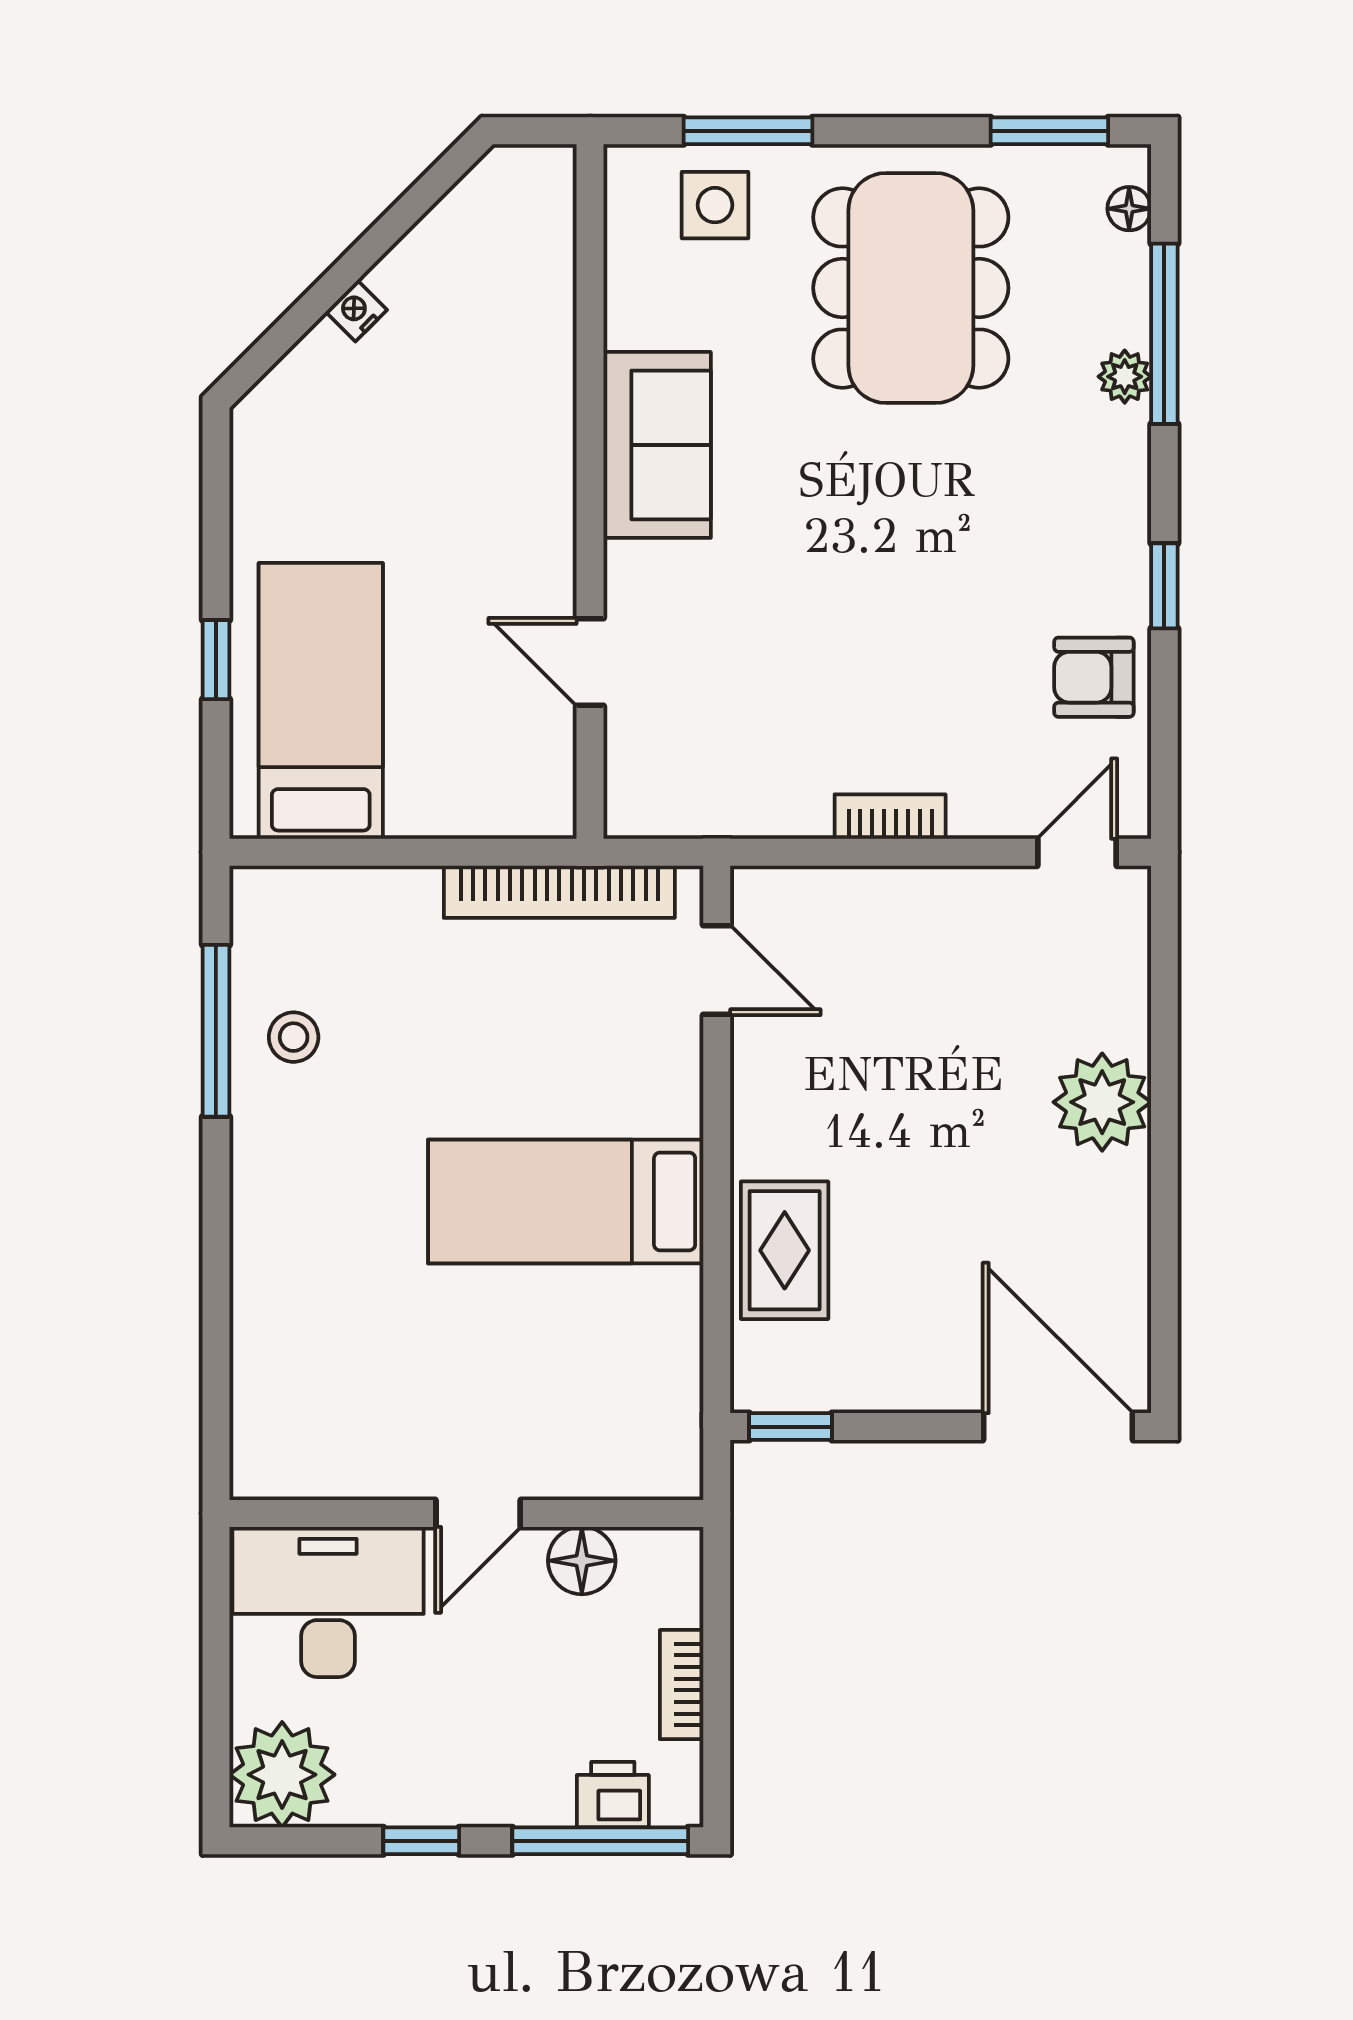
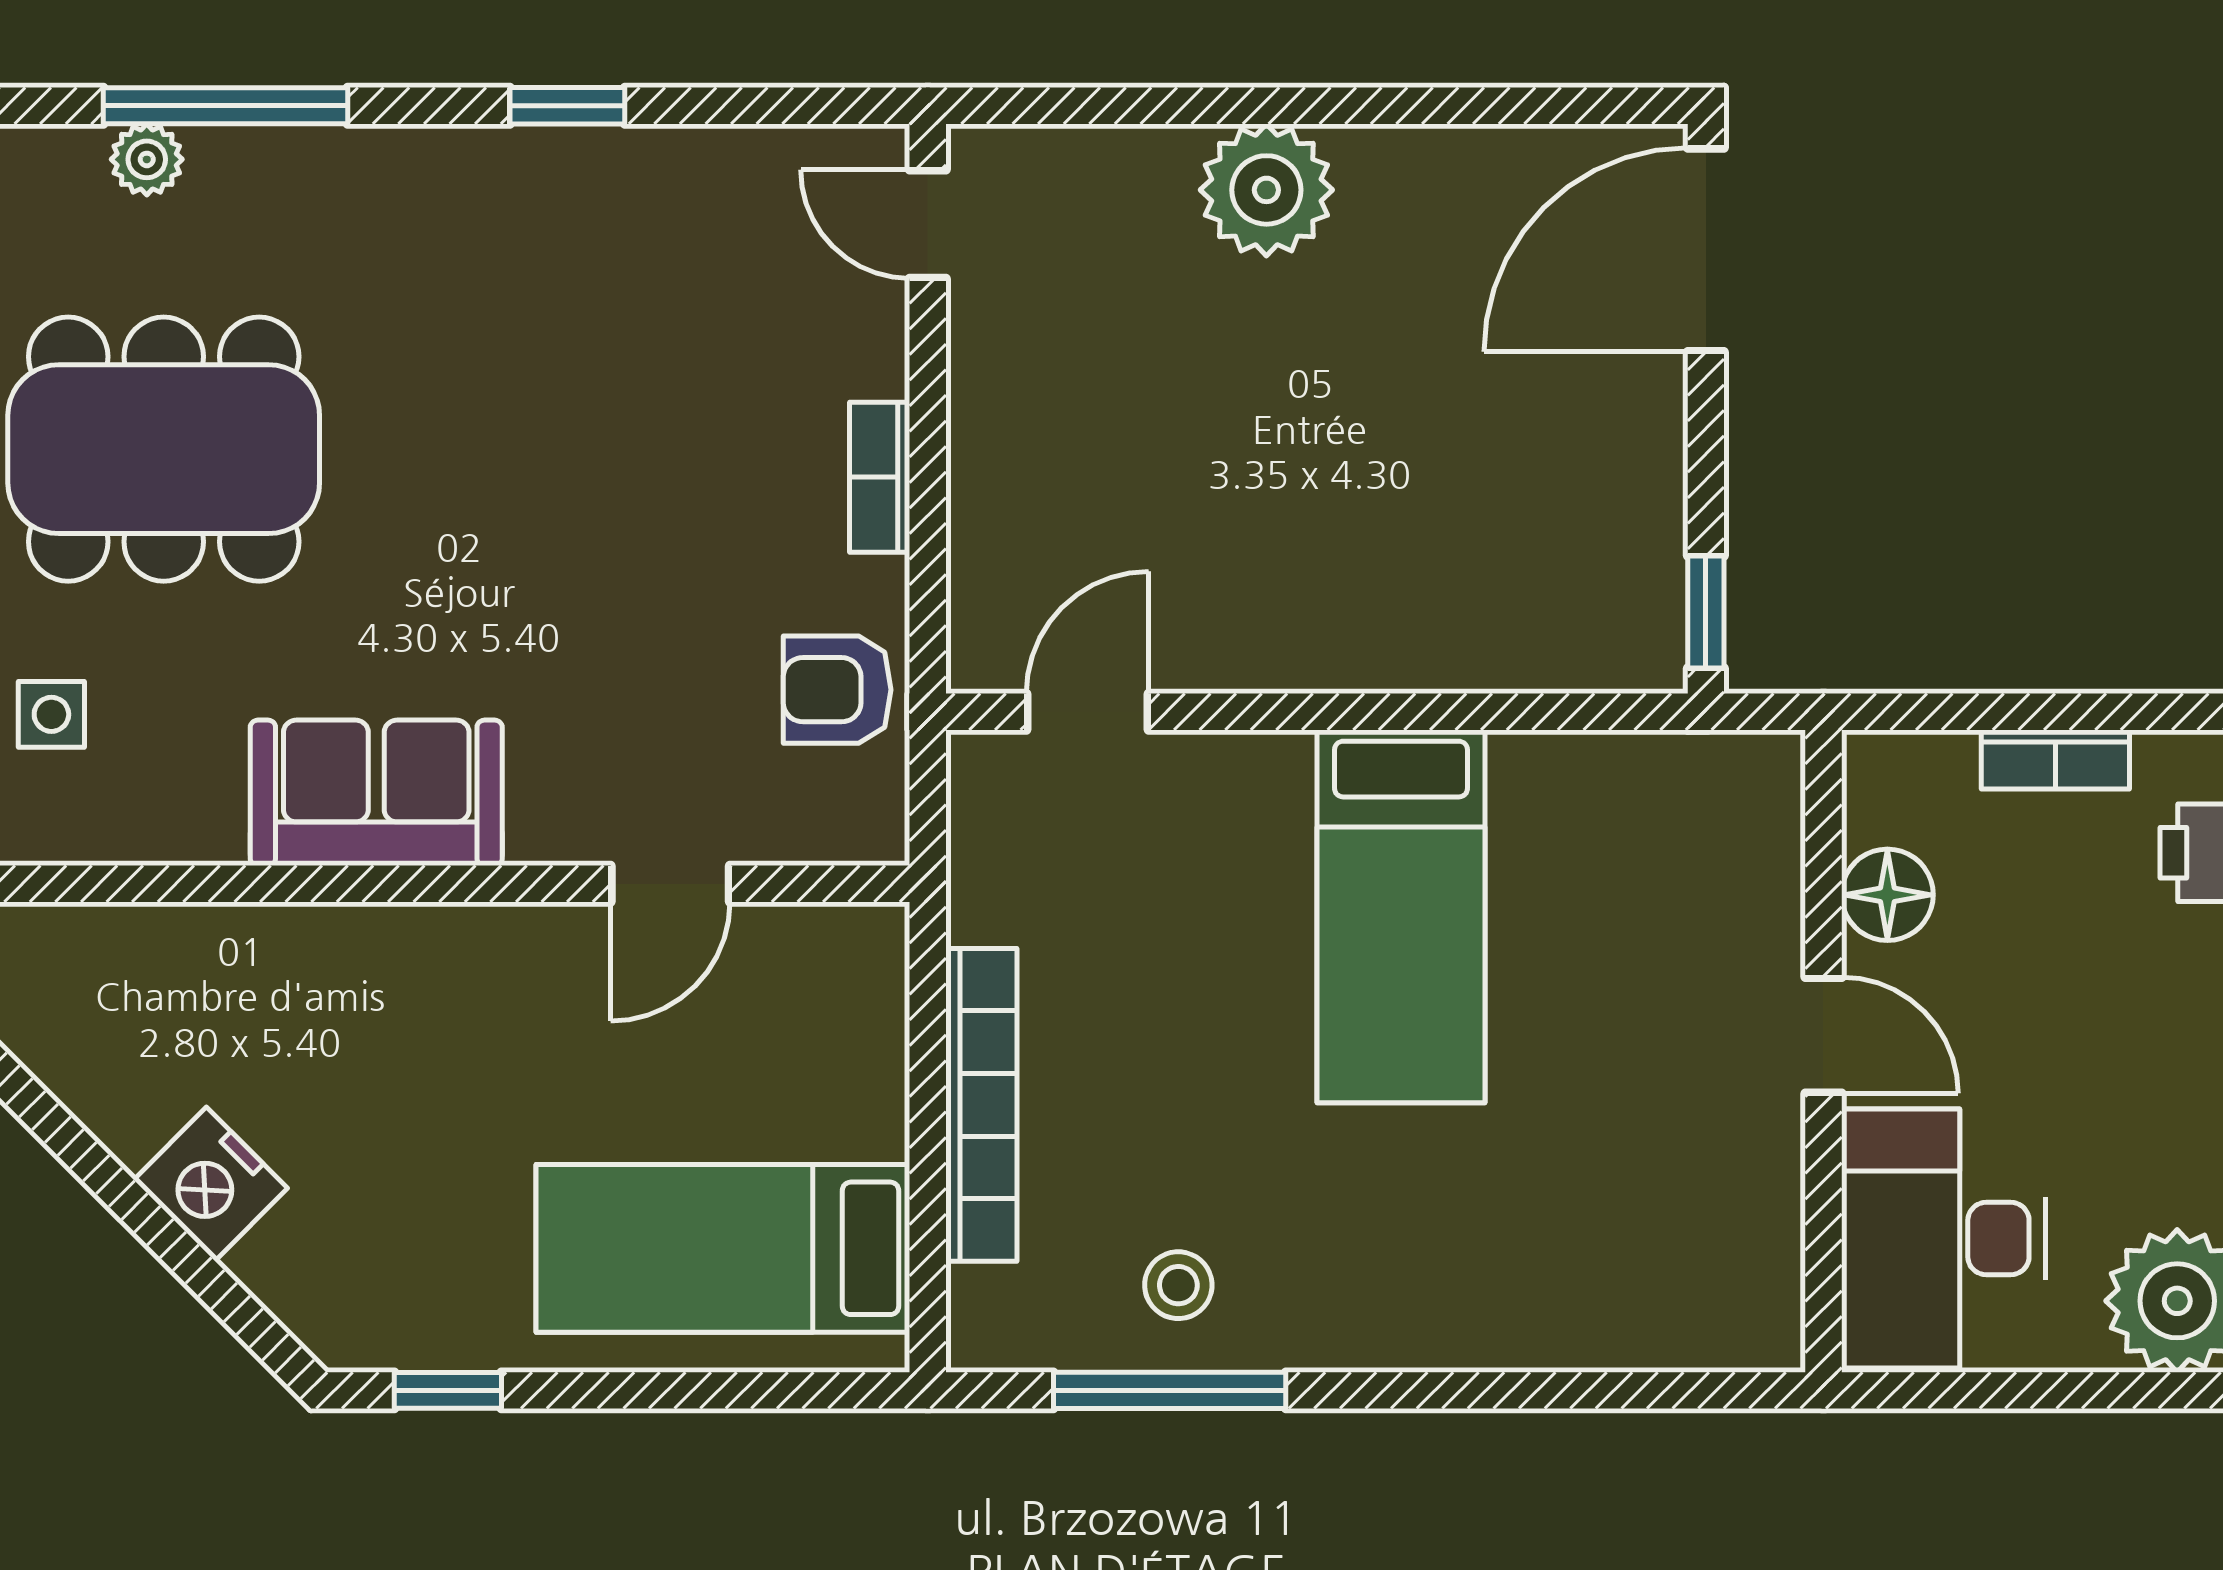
side table: (715, 205) -> (51, 714), width x0.73, depth x0.73
floor lamp: (1129, 209) -> (56, 153), removed
nightstand: (356, 311) -> (211, 1184), width x1.89, depth x1.79
plant: (1125, 377) -> (147, 159), moved
window: (216, 660) -> (448, 1390), moved
armchair: (1094, 677) -> (837, 690), moved, turned 90
bookcase: (559, 892) -> (981, 1105), moved
rug: (785, 1250) -> (1467, 620), removed

